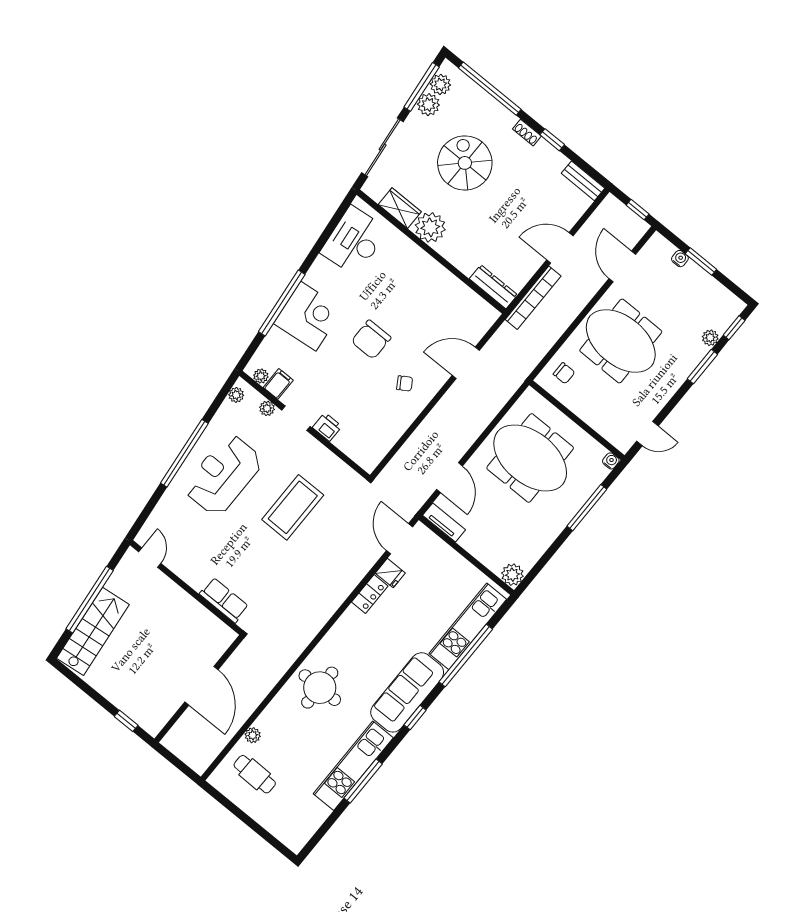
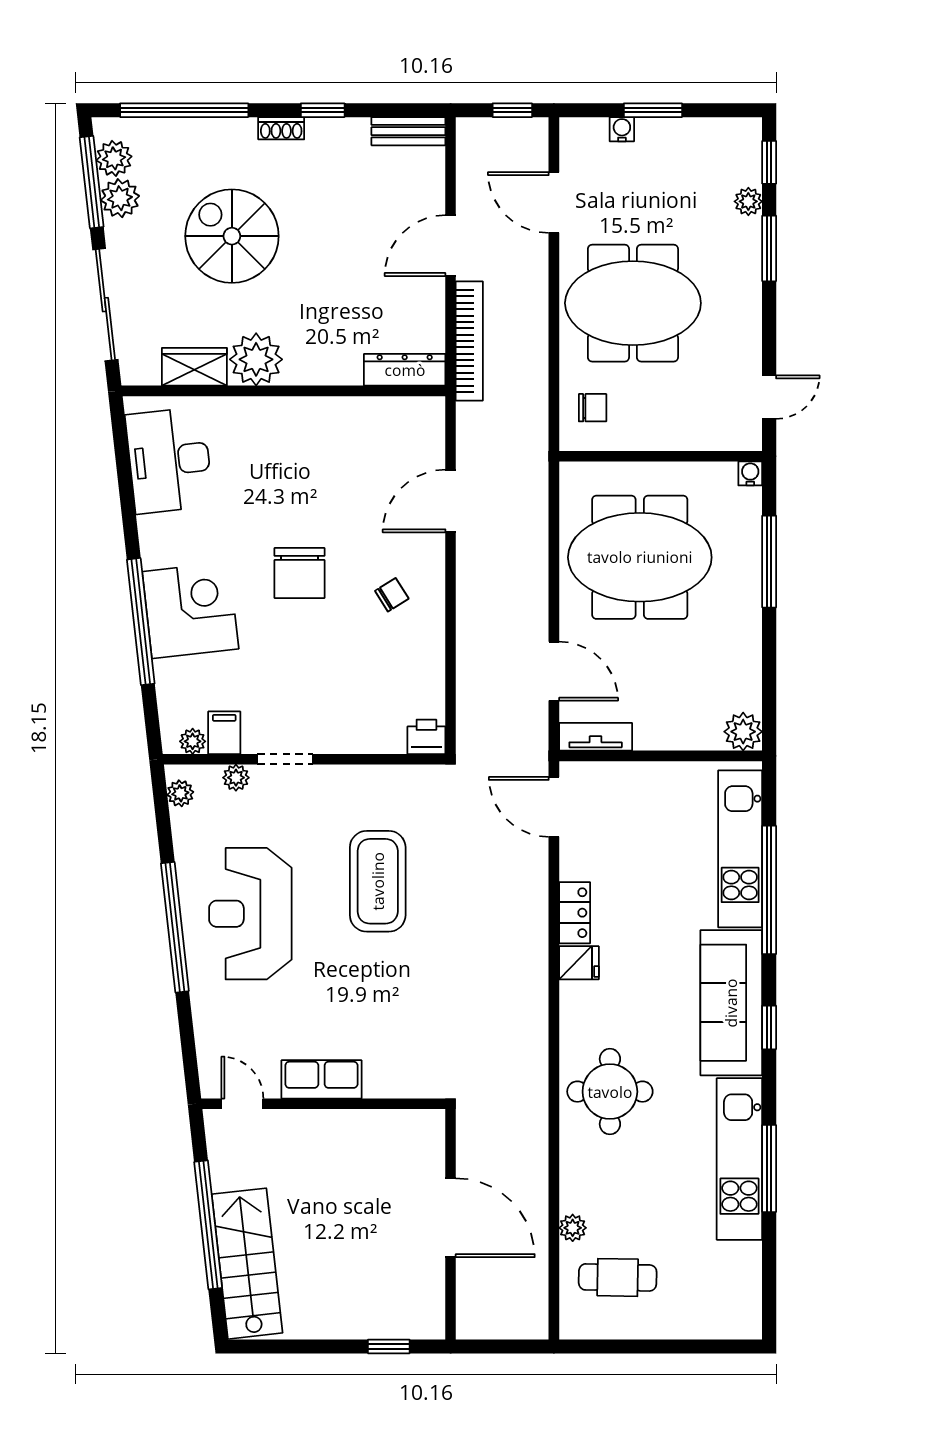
printer: (327, 427) -> (426, 737), moved
fridge: (390, 573) -> (579, 963), moved
row of seats: (224, 600) -> (321, 1079), moved

